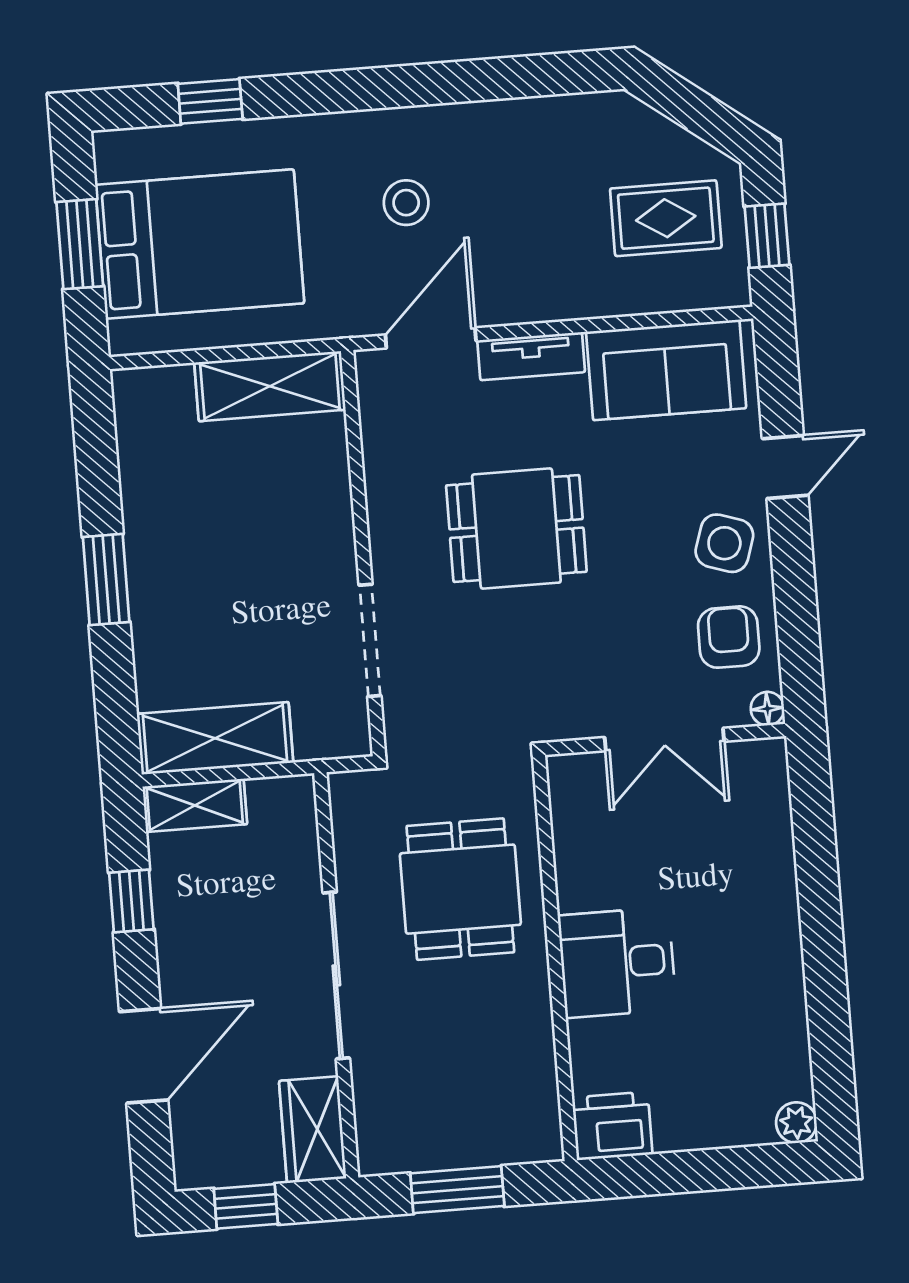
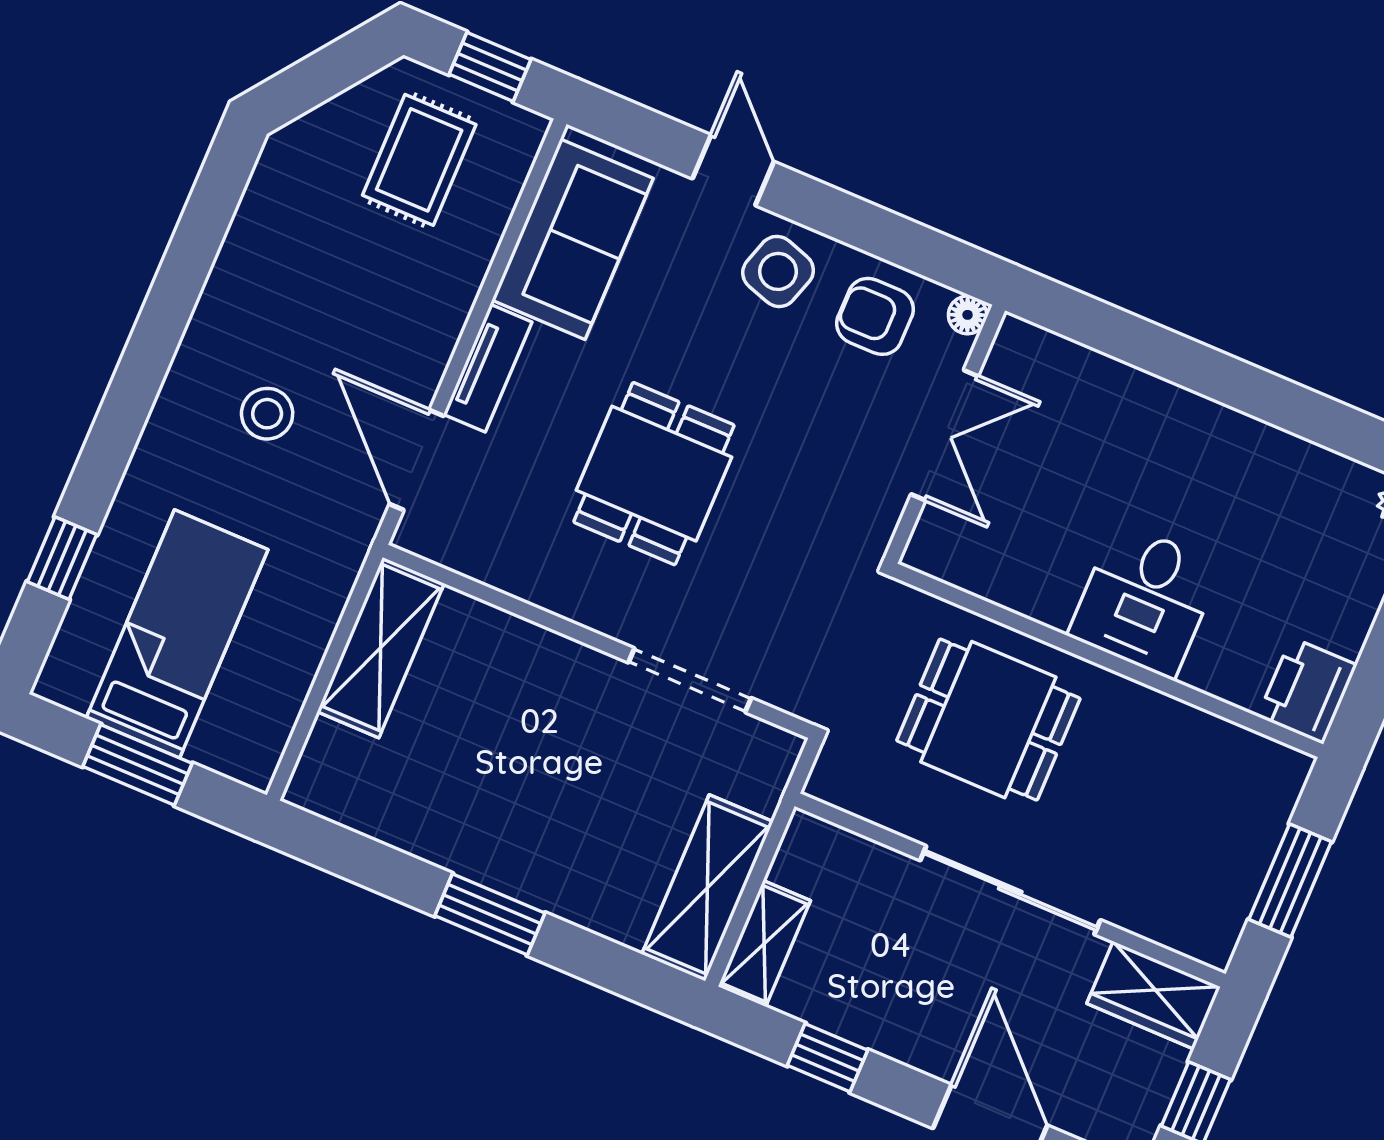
bed: (200, 244) -> (177, 634), width x0.67

